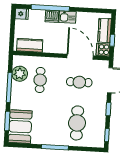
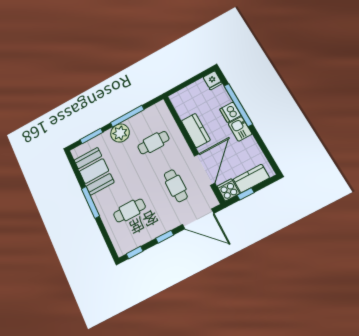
kitchen counter: (30, 45) -> (196, 130), moved
plant: (20, 74) -> (120, 133), moved
cafe table: (77, 123) -> (130, 210), width x0.73, depth x0.74
booth: (20, 127) -> (94, 171), moved, turned 90

